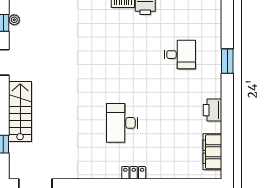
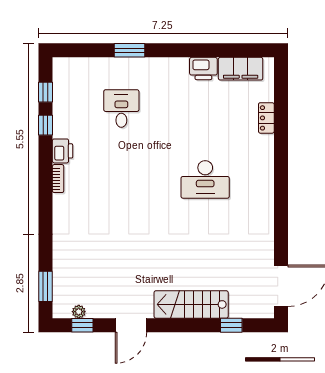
printer: (213, 110) -> (203, 68), moved
locker: (134, 173) -> (266, 118), moved

